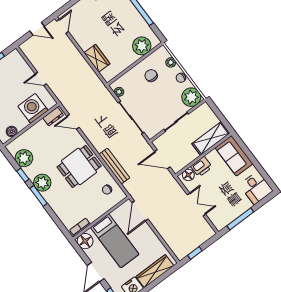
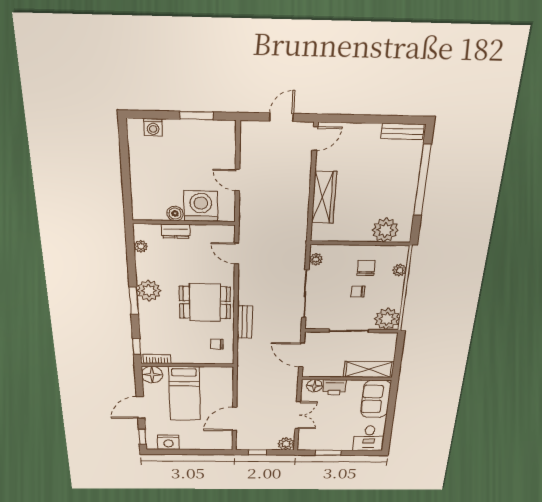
door: (37, 29) -> (281, 117), swing flipped
wardrobe: (97, 58) -> (324, 197), width x1.50
chair: (181, 78) -> (358, 292), moved
dresser: (53, 117) -> (176, 231), moved
boiler: (12, 131) -> (175, 214), moved
plant: (24, 158) -> (141, 246), width x0.53, depth x0.53
bench: (114, 166) -> (245, 322), width x0.73
window: (23, 175) -> (137, 346), moved
door: (140, 211) -> (235, 419), moved
window: (240, 219) -> (328, 453), width x0.69
plant: (207, 232) -> (286, 444), added
wardrobe: (155, 271) -> (204, 443), removed

